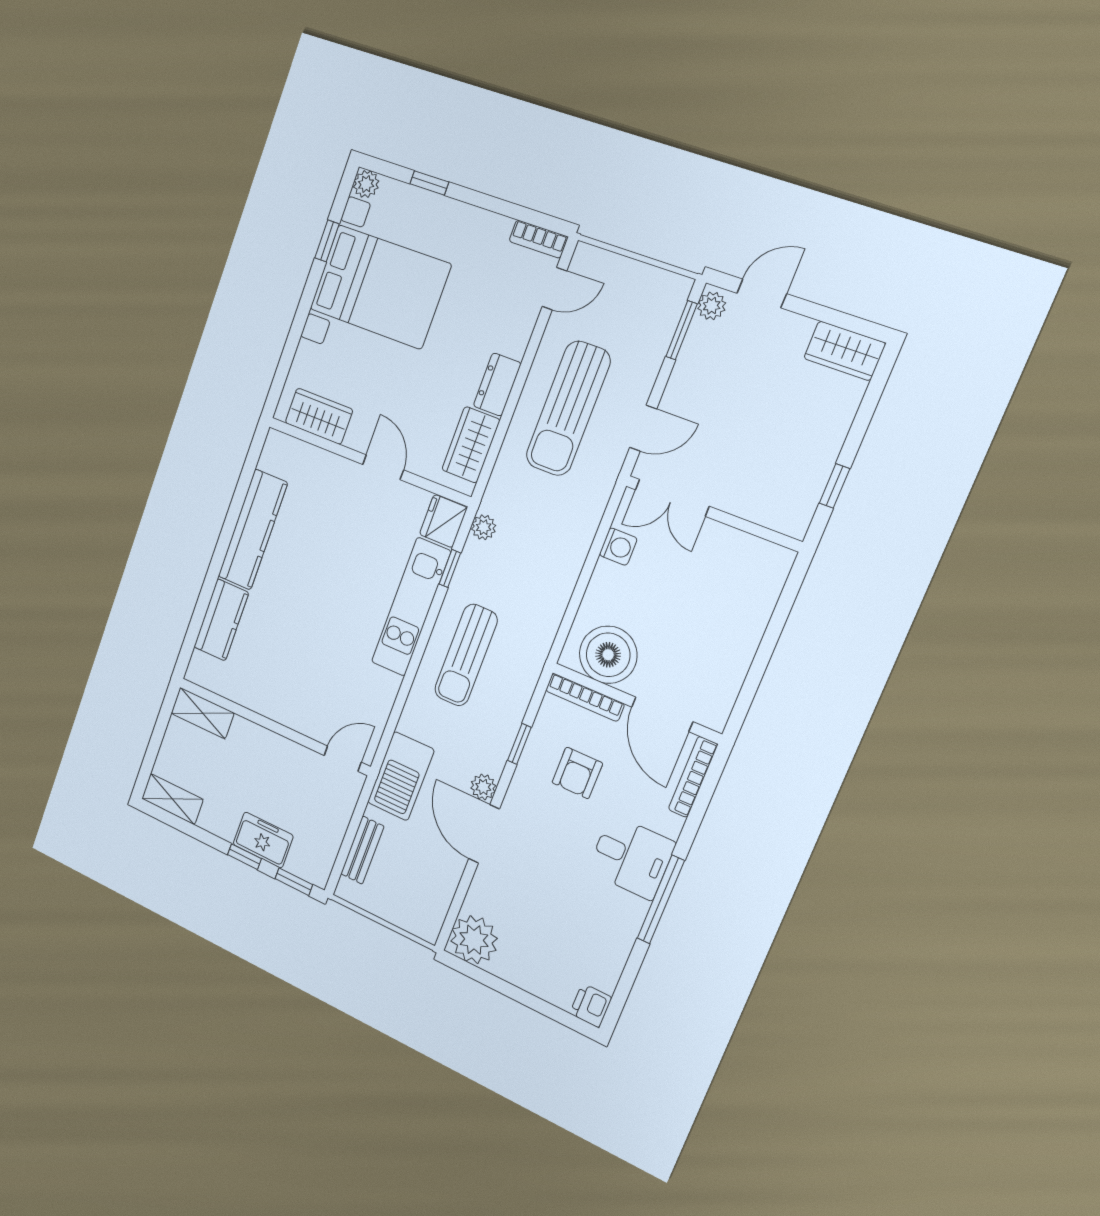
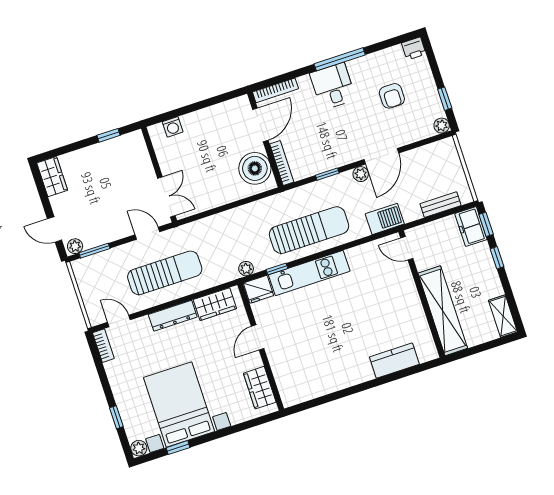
dresser: (497, 385) -> (173, 316), width x1.44
kitchen counter: (253, 530) -> (339, 379), removed
washing machine: (618, 547) -> (173, 127), moved, turned 180
sun lounger: (466, 655) -> (309, 230), width x1.36, depth x1.34
shelving: (203, 713) -> (443, 311), width x2.20, depth x1.33
armchair: (577, 773) -> (392, 96), moved, turned 90
barbecue: (401, 776) -> (385, 219), width x0.73, depth x0.83
freezer: (263, 840) -> (471, 227), moved
plant: (474, 940) -> (442, 126), width x0.53, depth x0.53
window: (491, 981) -> (445, 99), added

